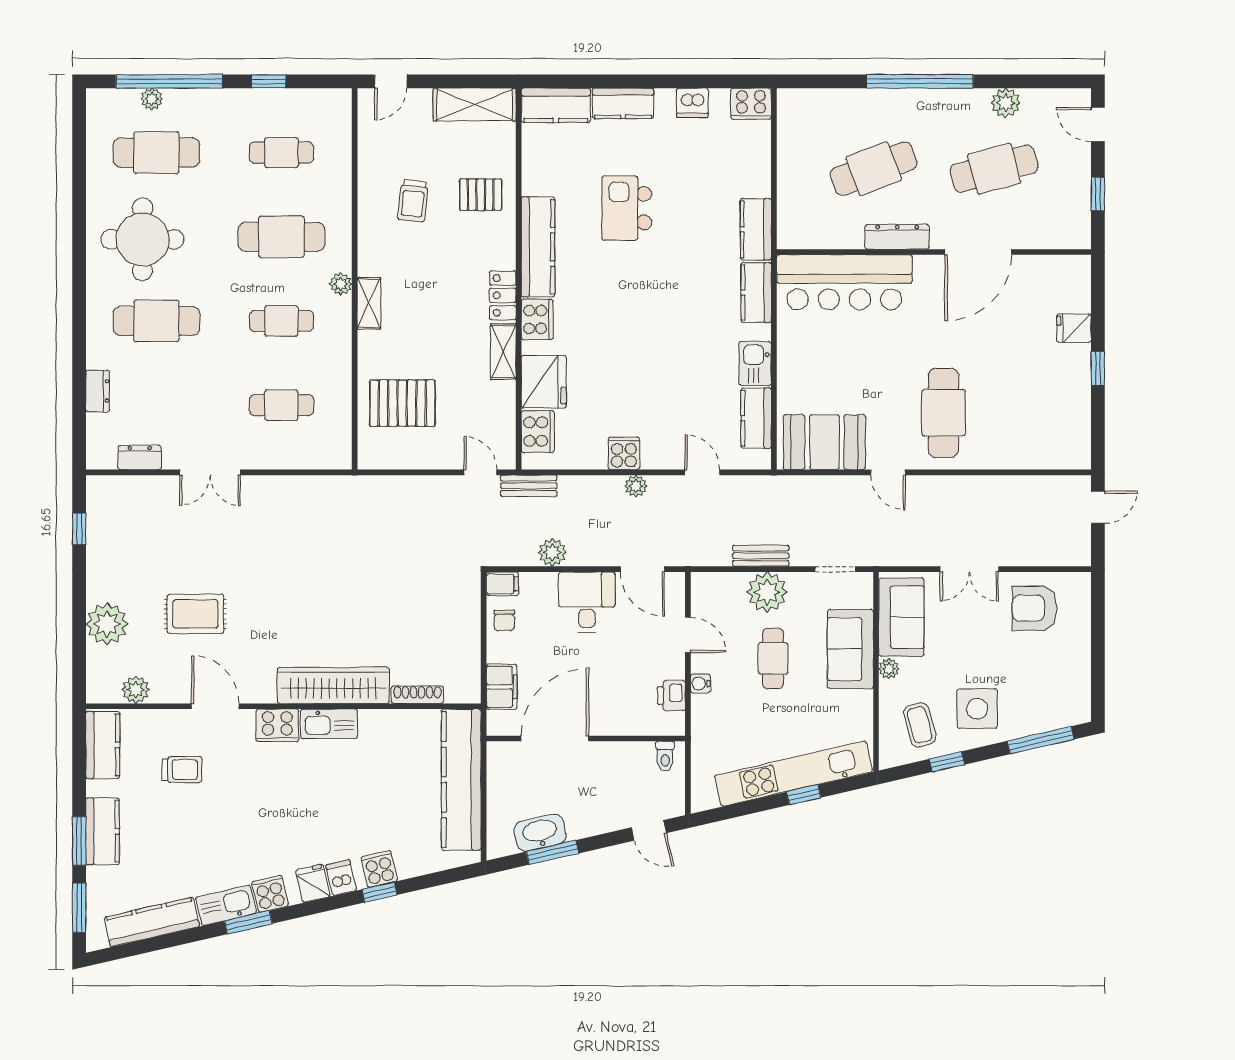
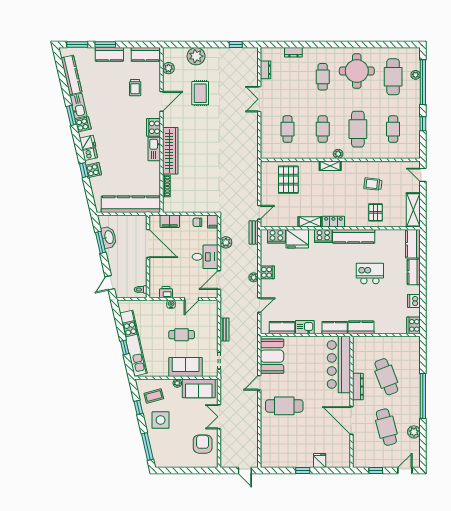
cafe table: (156, 321) -> (323, 77), width x0.73, depth x0.74
plant: (767, 592) -> (209, 332), removed

